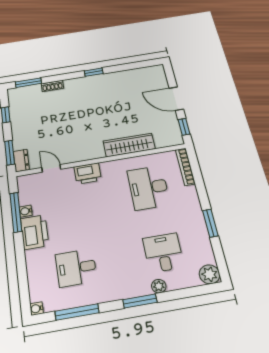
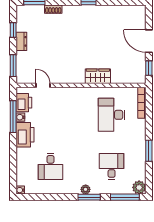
wardrobe: (129, 145) -> (98, 76), width x0.67
dresser: (21, 161) -> (21, 41), moved
printer: (88, 173) -> (24, 103), moved, turned -90
desk: (76, 268) -> (50, 166), turned -90
plant: (159, 286) -> (86, 189), moved
window: (77, 312) -> (125, 197), moved

